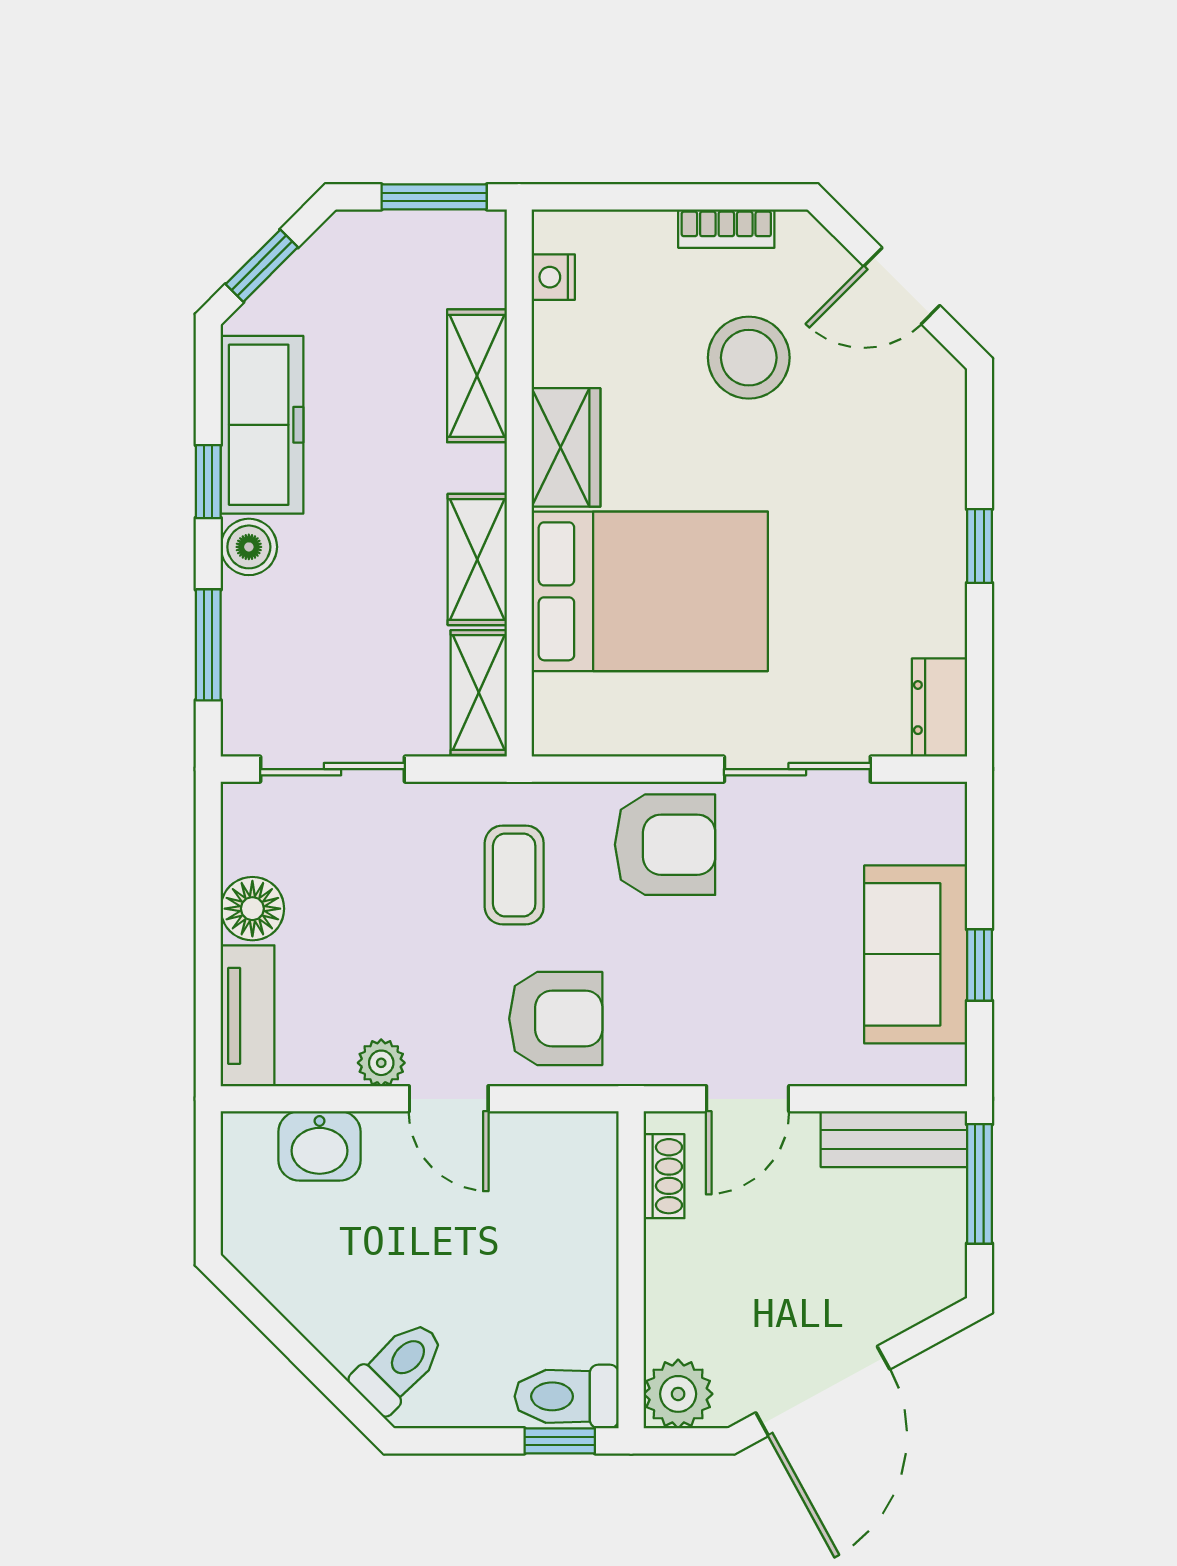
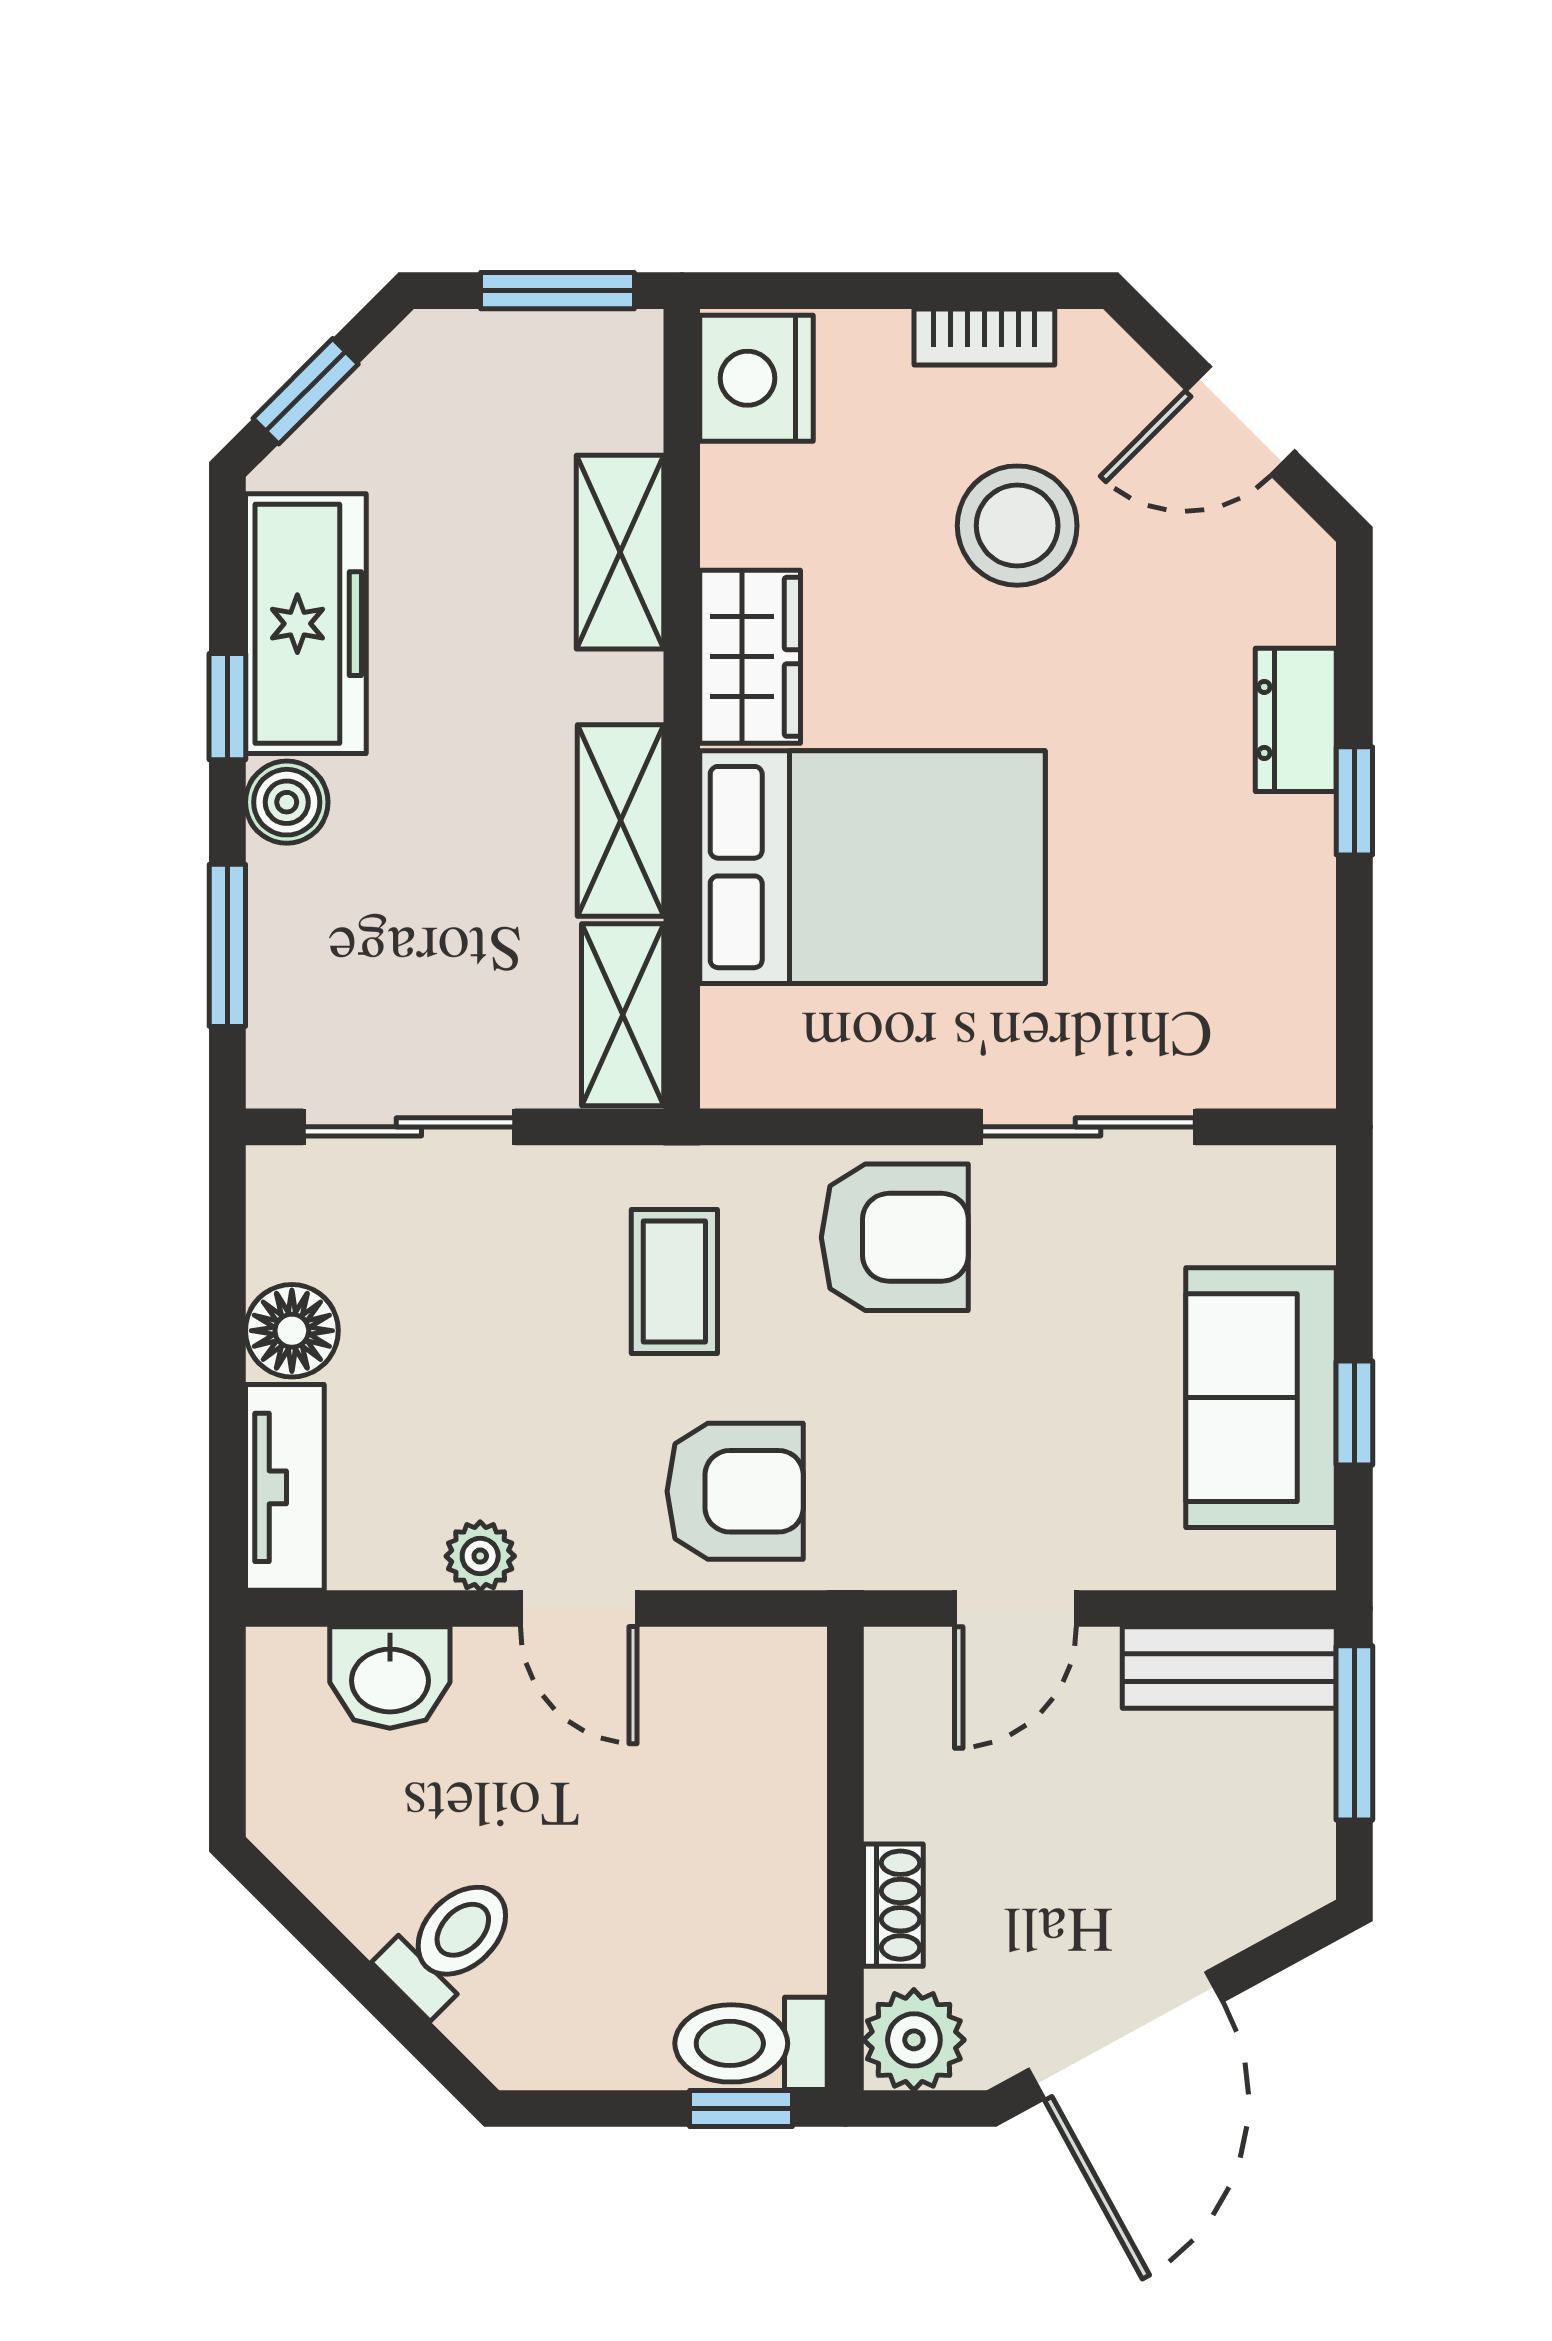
nightstand: (553, 277) -> (757, 378), width x1.89, depth x1.79
dresser: (939, 708) -> (1296, 720), moved
shoe rack: (664, 1176) -> (893, 1905), moved
toilet: (399, 1366) -> (449, 1943), moved

